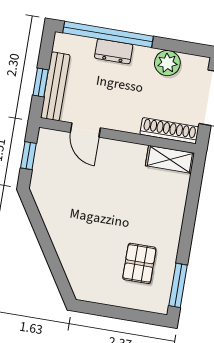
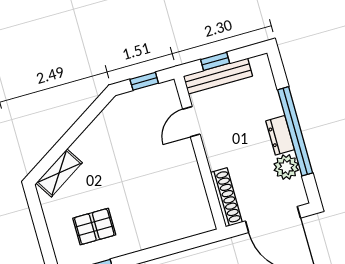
window: (108, 34) -> (295, 131), moved
dresser: (114, 51) -> (280, 135), moved
shelving: (170, 159) -> (59, 173), moved, turned 58

